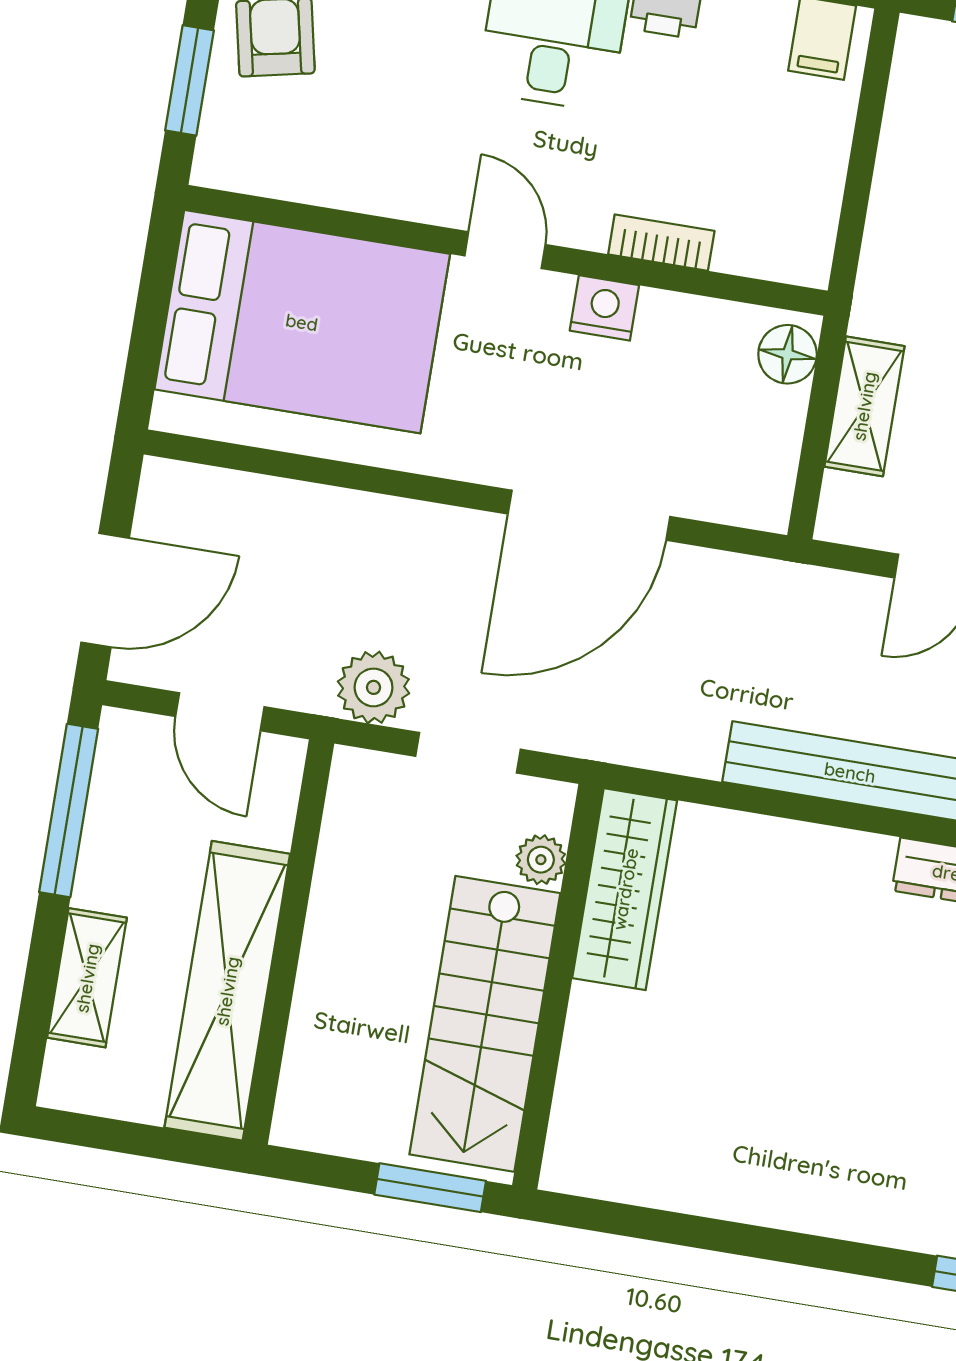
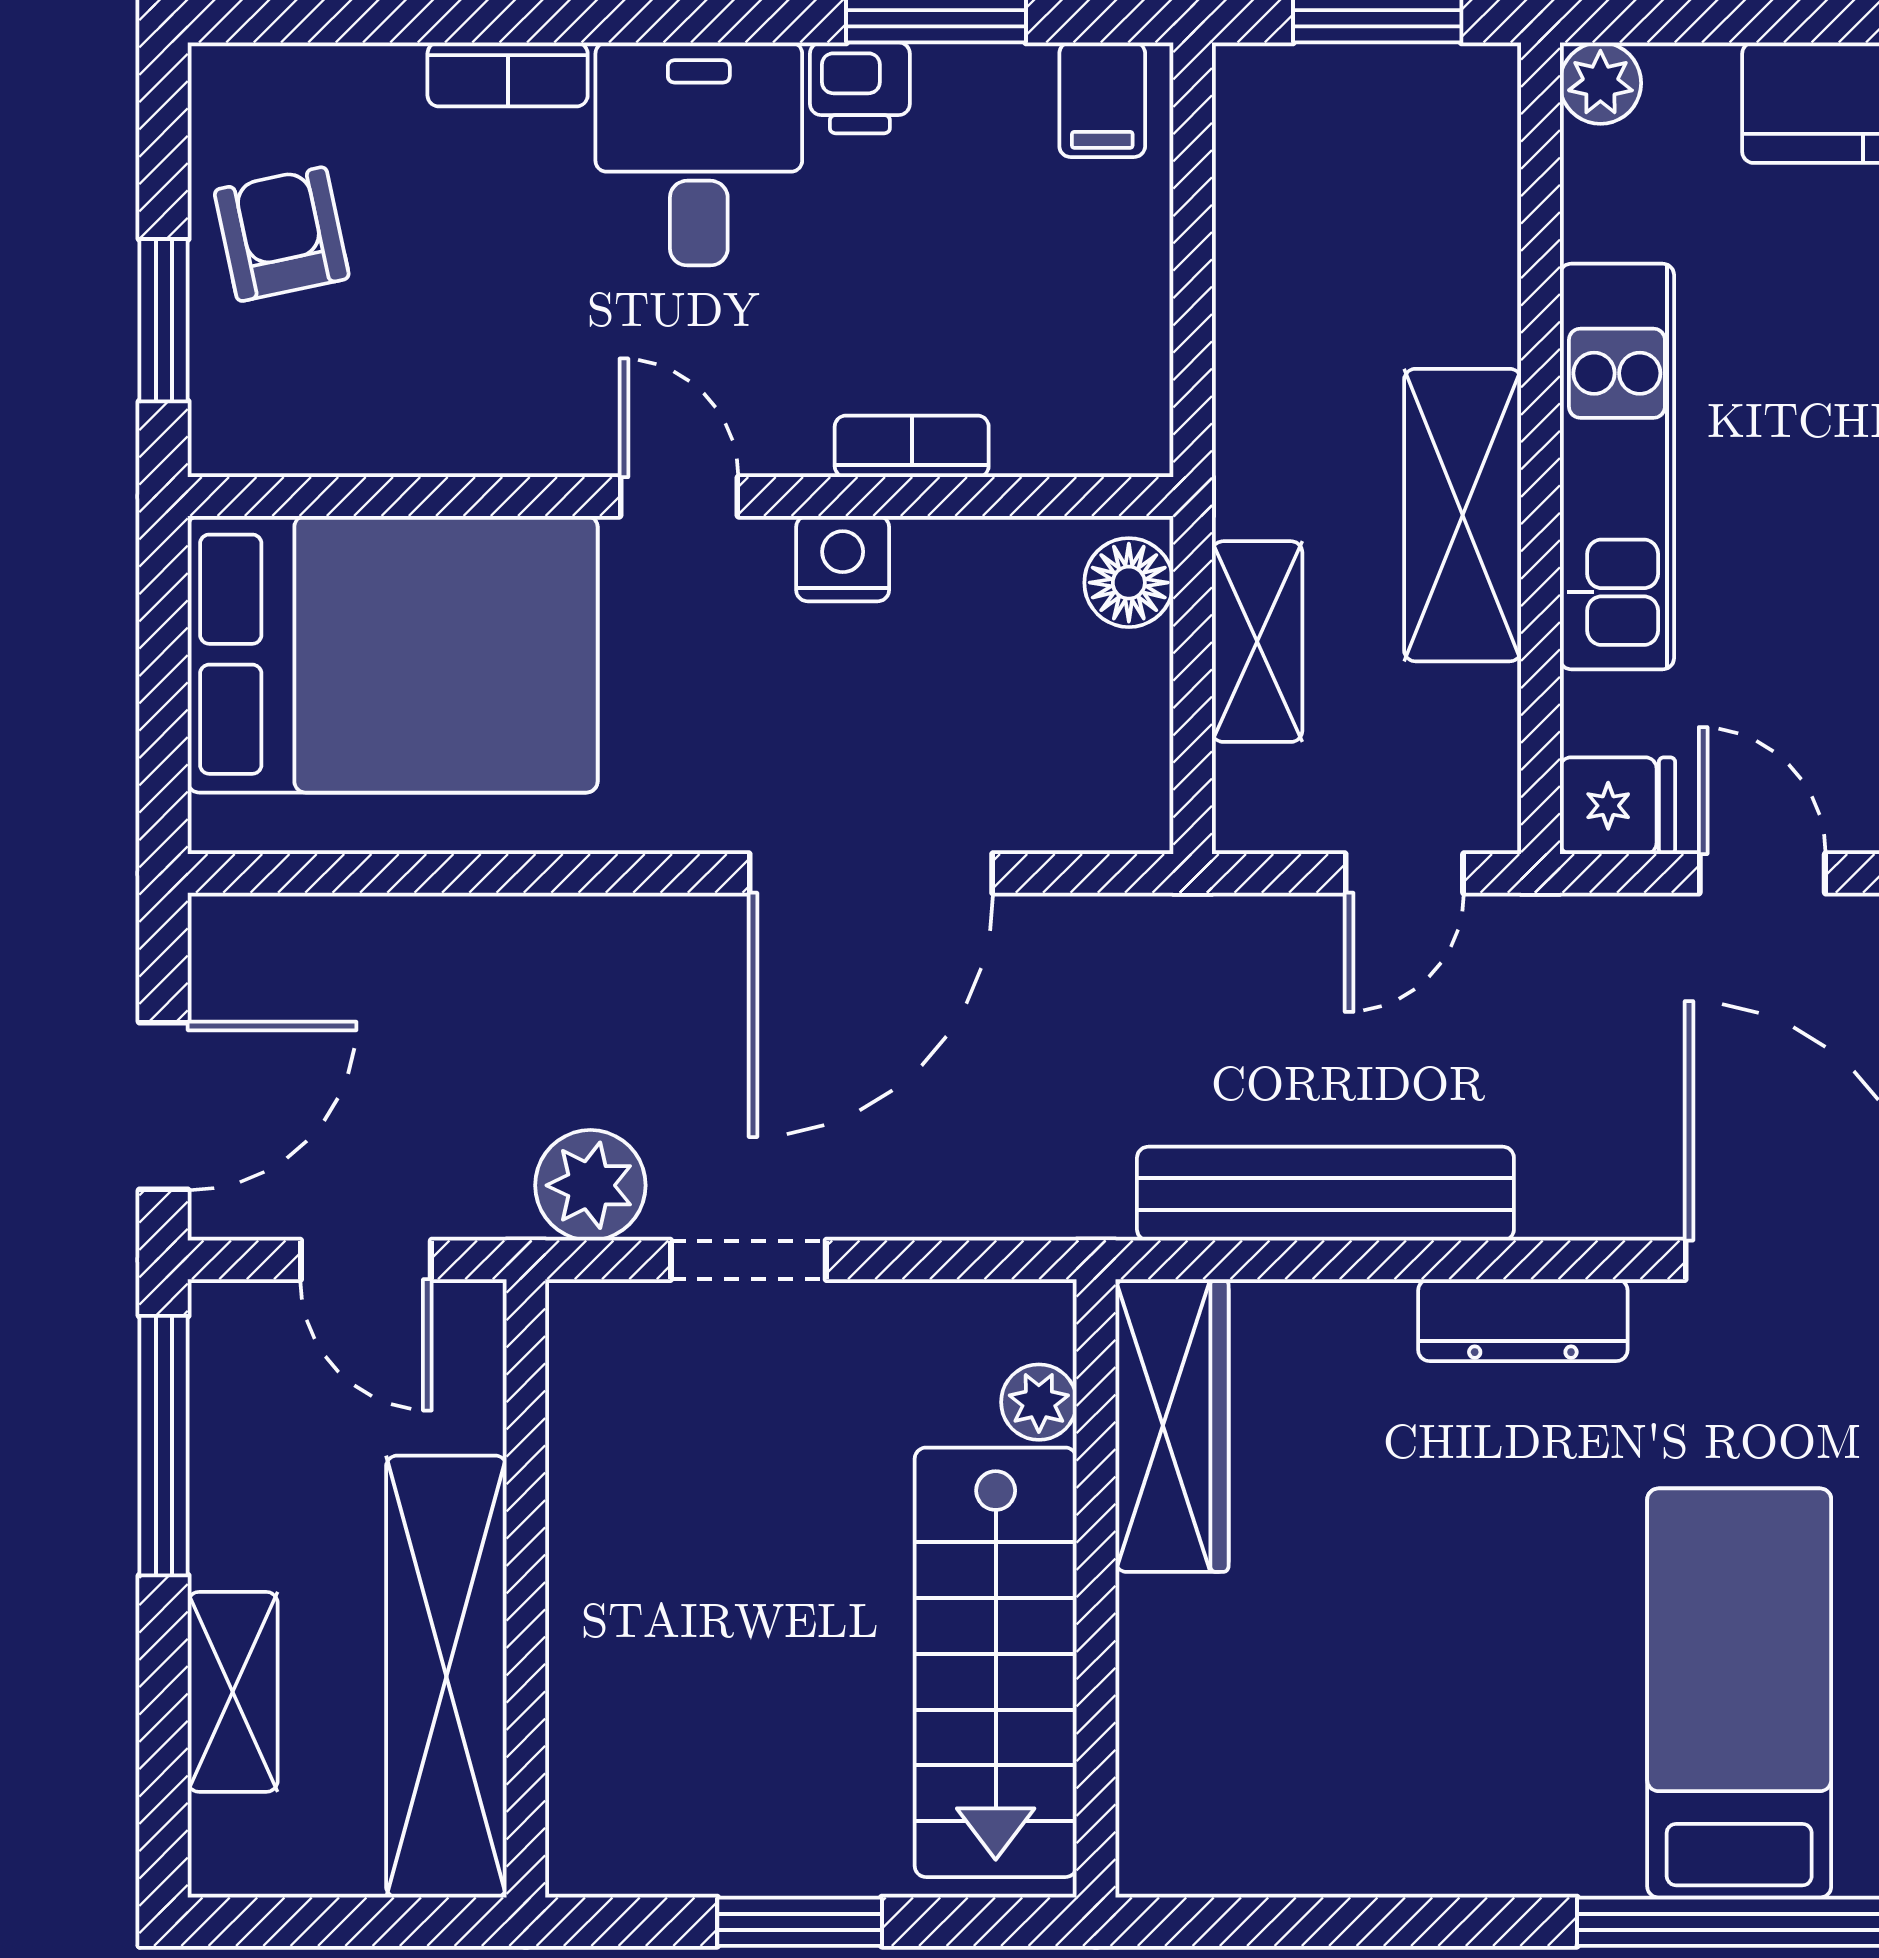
plant: (541, 860) -> (1039, 1402), moved
wardrobe: (625, 889) -> (1172, 1426), moved
wall: (558, 987) -> (1096, 1588), moved
stairs: (485, 1024) -> (996, 1662), moved

